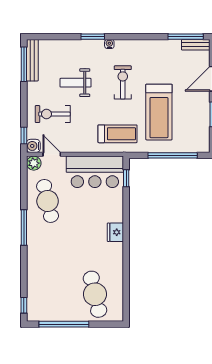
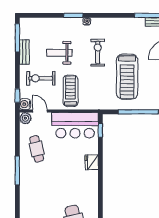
bench: (32, 60) -> (24, 52), moved, width x0.73
treadmill: (118, 134) -> (70, 91), moved, turned -90
cafe table: (48, 201) -> (37, 149), width x0.73, depth x0.74
fridge: (115, 232) -> (92, 162), moved

